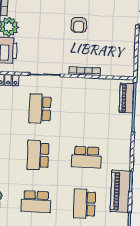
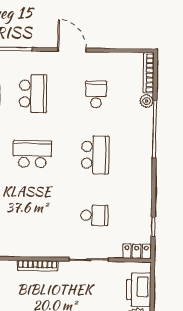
school desk: (40, 109) -> (94, 215), width x0.54
school desk: (36, 202) -> (96, 94), width x0.54

